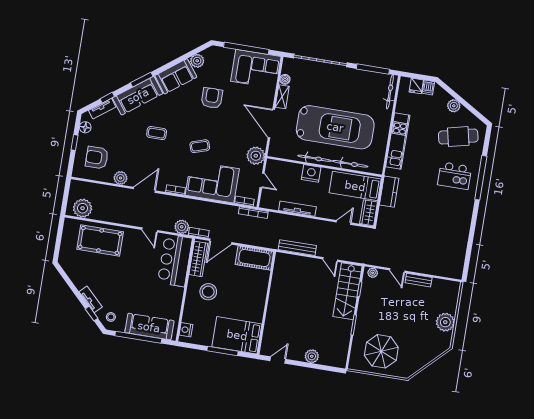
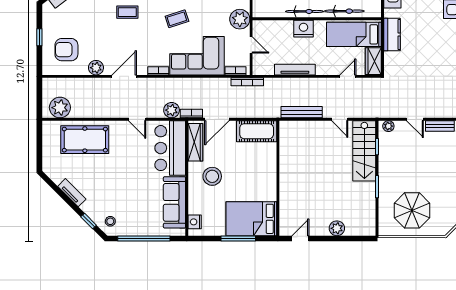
floor lamp: (85, 127) -> (48, 19), removed
tv unit: (91, 299) -> (72, 193), moved
sofa: (149, 327) -> (174, 202), moved, turned -90

